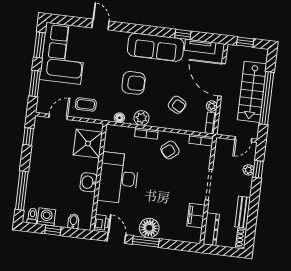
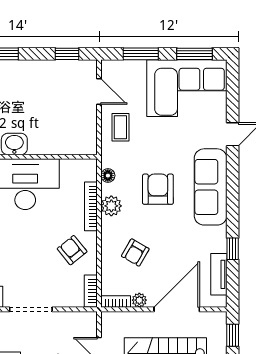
sofa: (156, 47) -> (211, 187), moved
armchair: (134, 83) -> (158, 189), turned 180
bookcase: (146, 133) -> (91, 206), width x1.56
shower: (88, 144) -> (67, 137), removed

